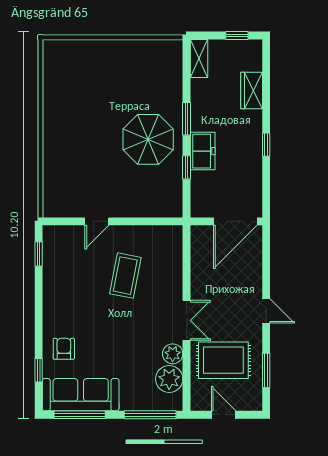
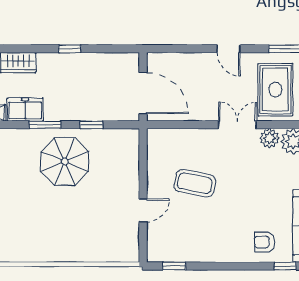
freezer: (203, 151) -> (25, 110), moved
door: (97, 221) -> (143, 210), hinge flipped
door: (235, 221) -> (143, 93), moved
door: (266, 311) -> (228, 49), swing flipped

